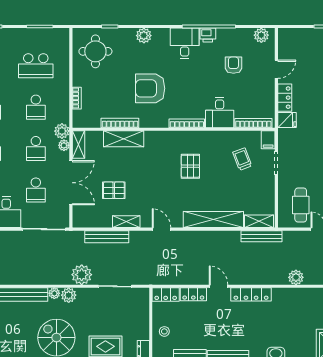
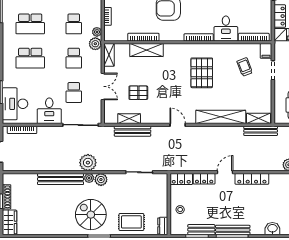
plant: (64, 145) -> (97, 32), moved
pallet: (190, 166) -> (202, 73), width x1.50, depth x1.42
double door: (71, 183) -> (103, 86), width x0.73
shelving: (126, 222) -> (129, 119), moved
plant: (82, 275) -> (88, 163), moved
door: (219, 286) -> (225, 172), hinge flipped

